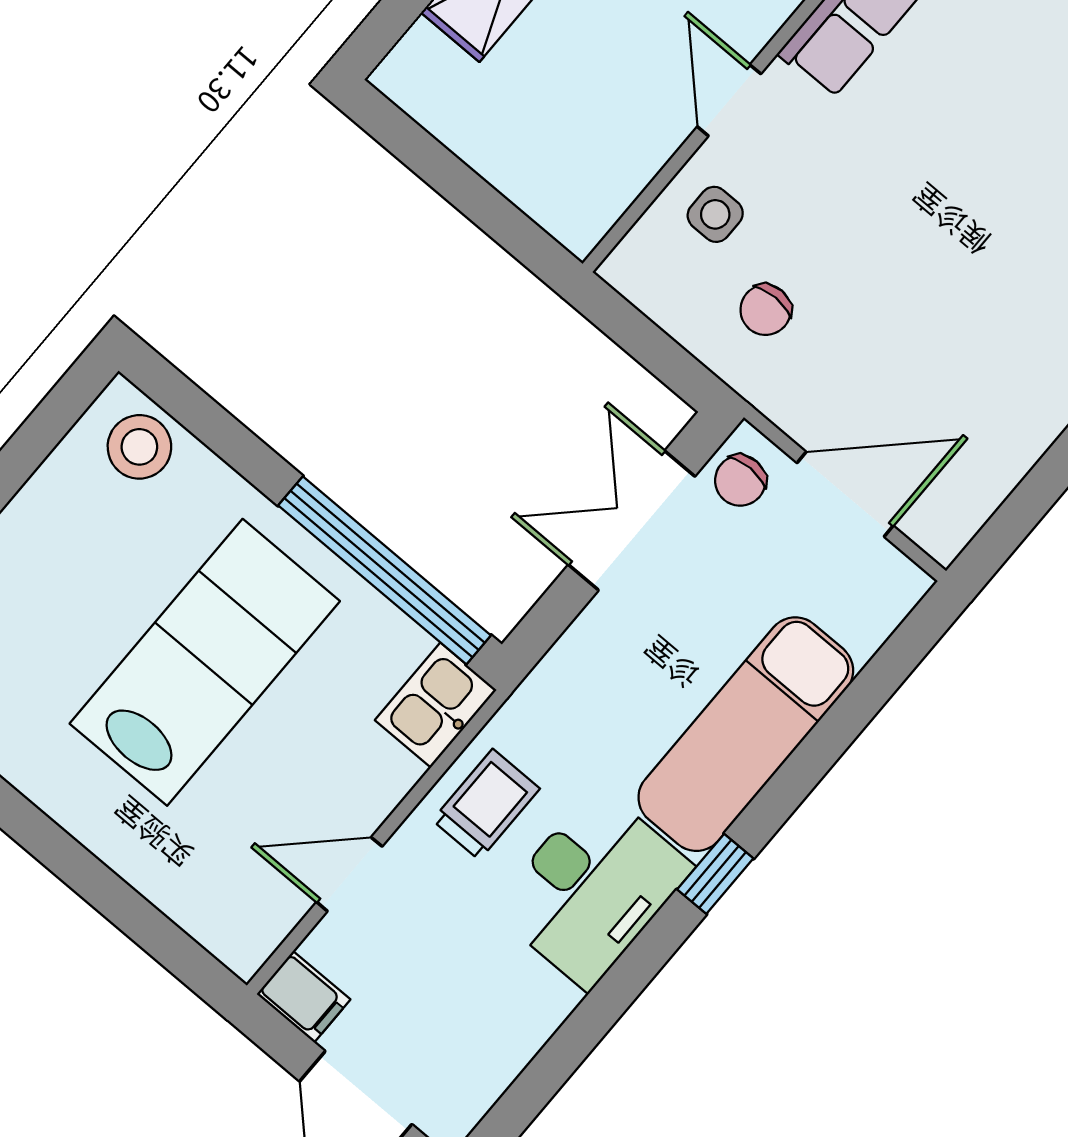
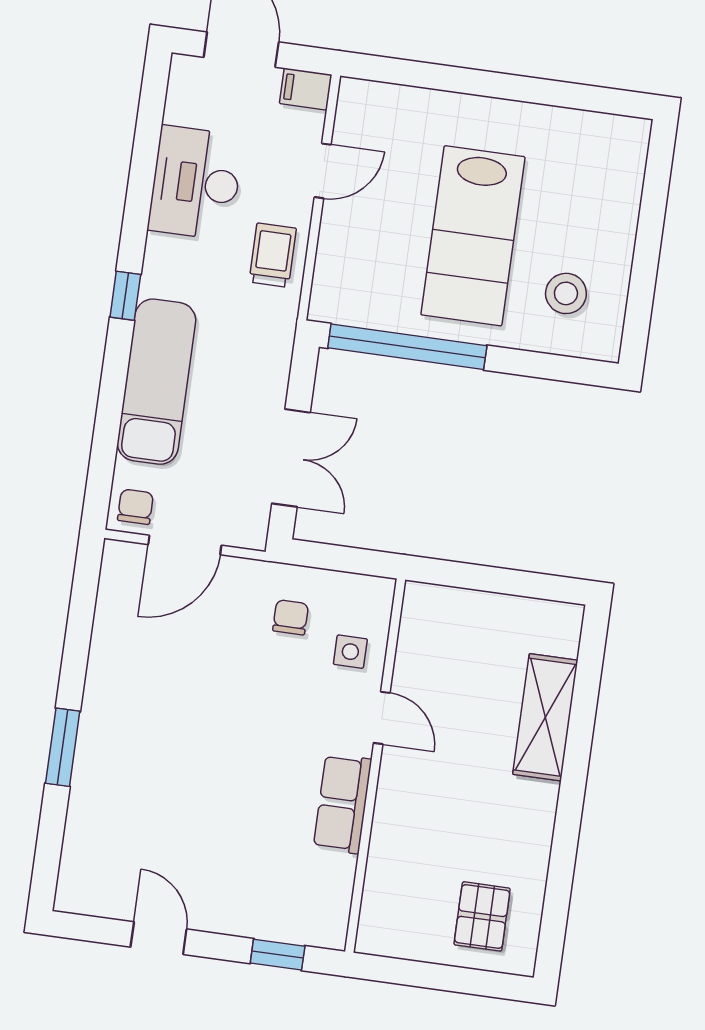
stool: (139, 447) -> (566, 293), moved
chair: (740, 481) -> (135, 507), moved
kitchen sink: (436, 705) -> (334, 291), removed
trolley: (486, 804) -> (273, 255), turned 180
desk: (592, 888) -> (196, 183), moved

